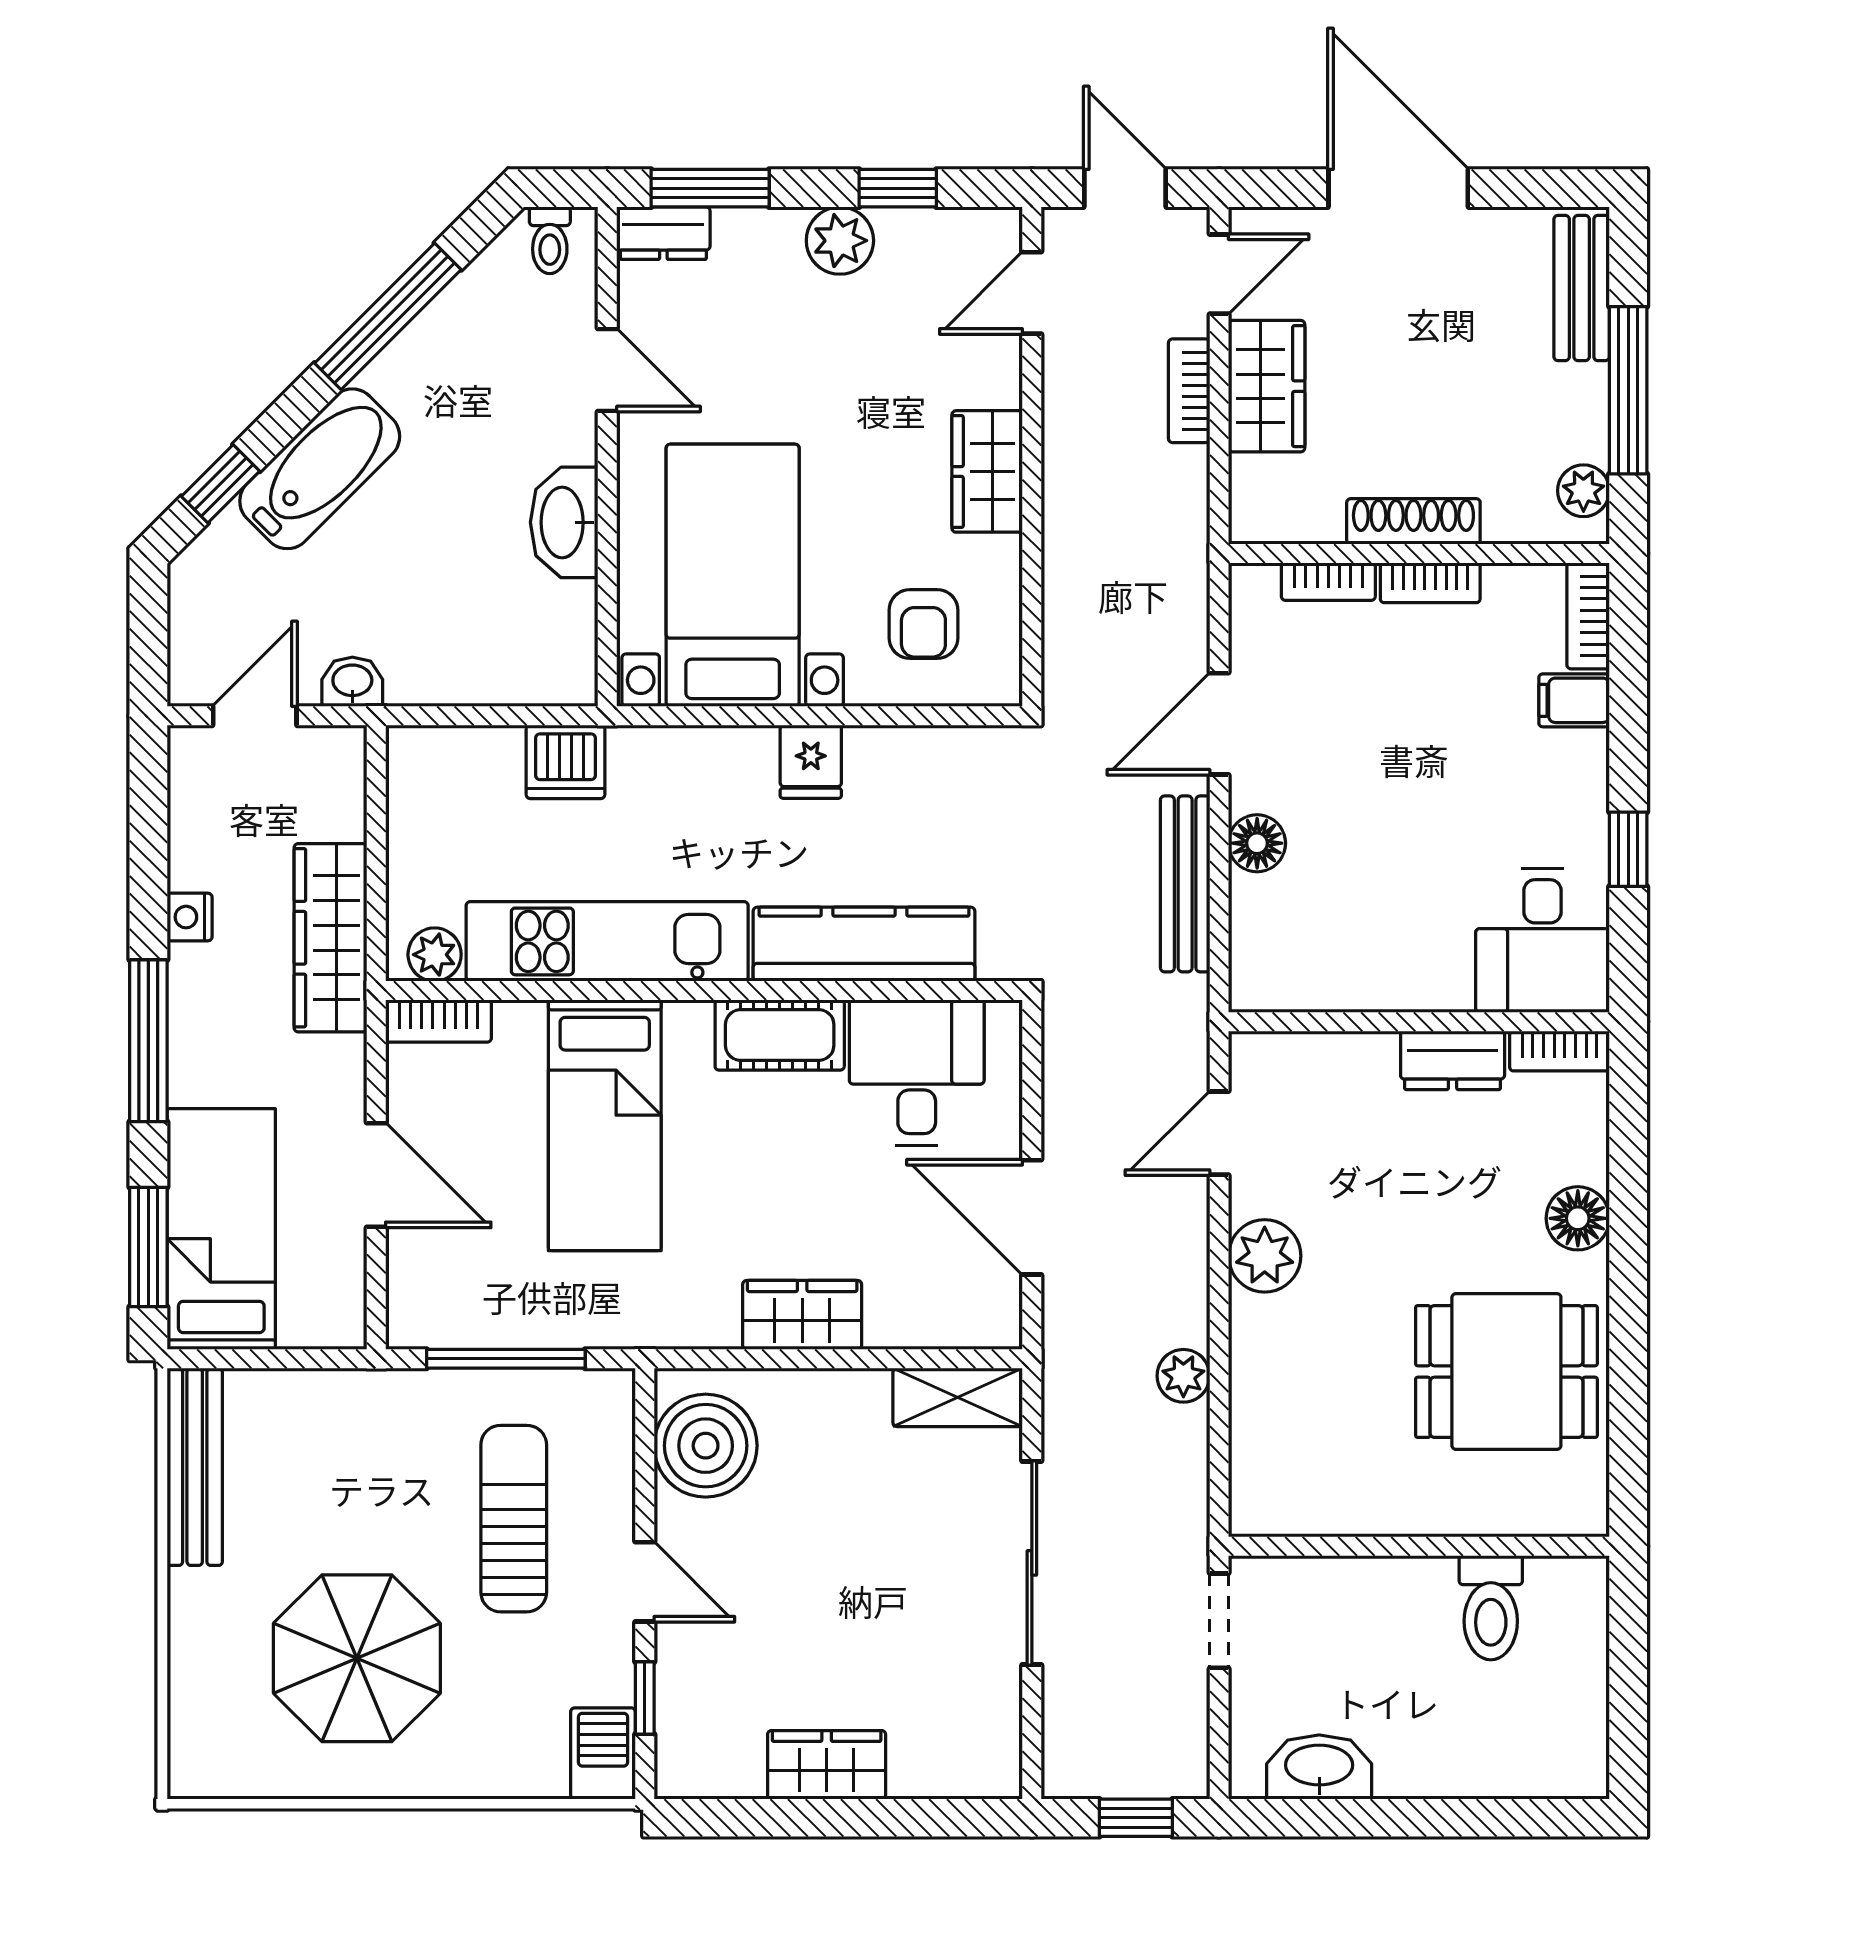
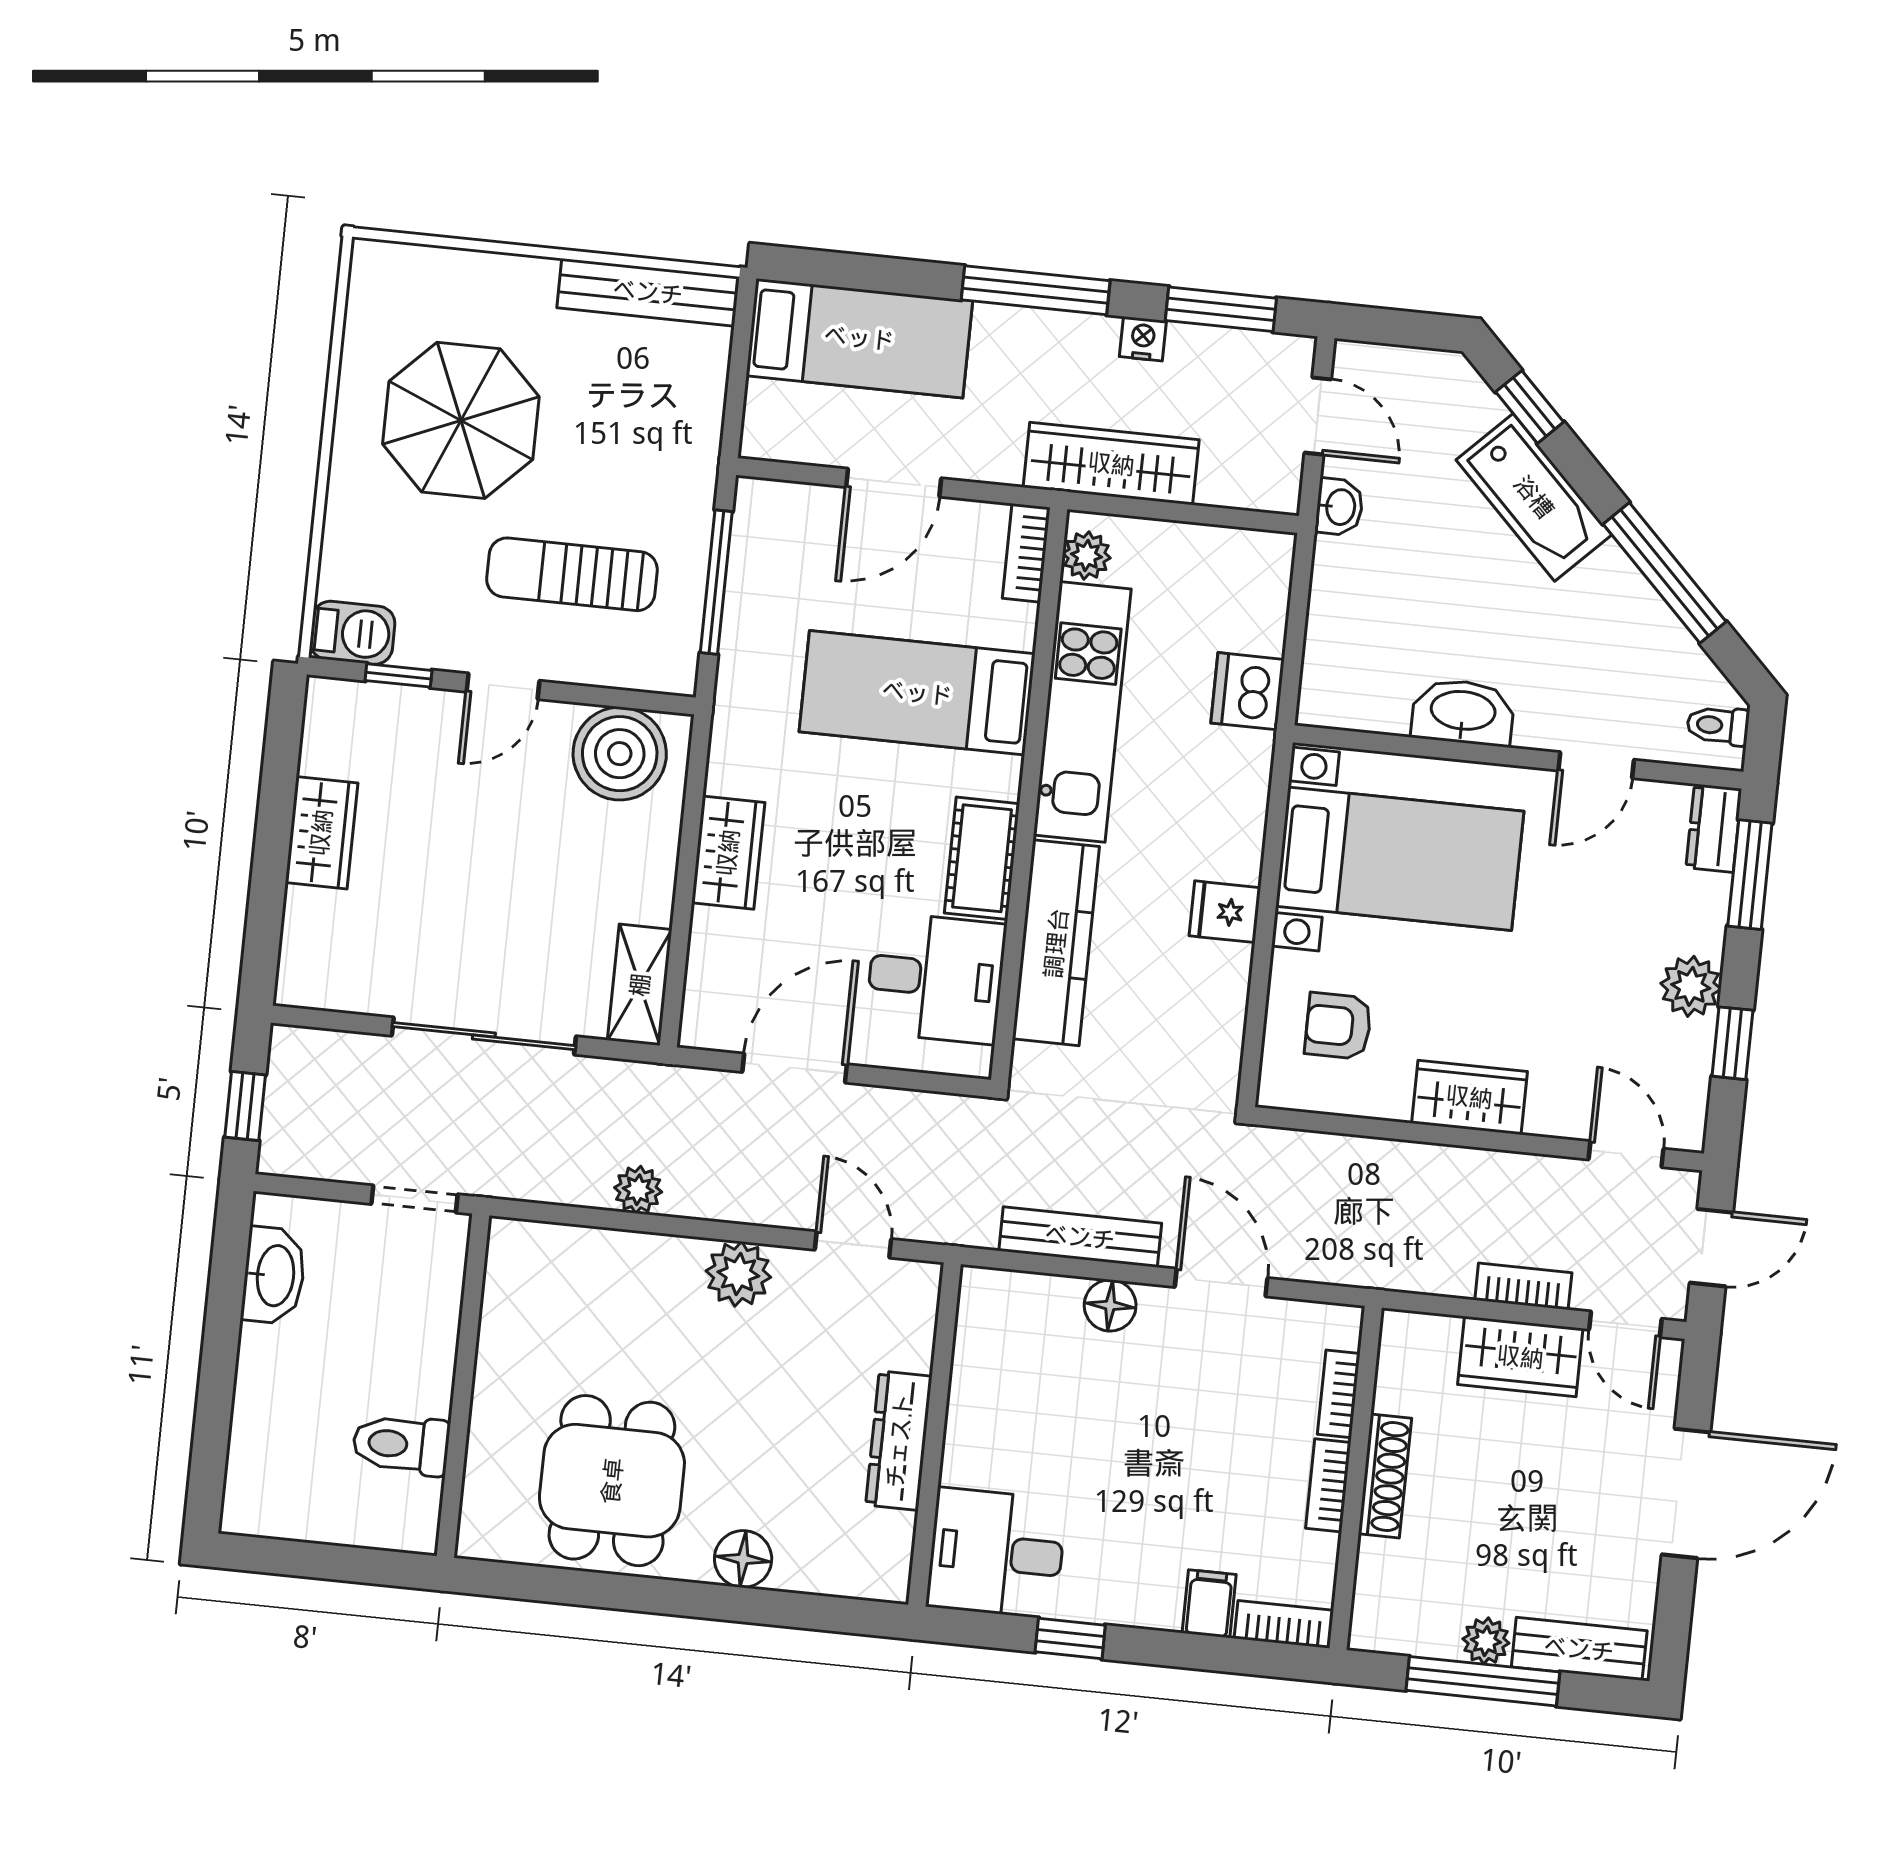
plant: (1583, 491) -> (1486, 1641), moved
bookcase: (1559, 1051) -> (895, 1558), removed
dresser: (1453, 1060) -> (899, 1441), width x1.44
window: (148, 1247) -> (1221, 309), moved
sun lounger: (514, 1519) -> (572, 574), turned 180

